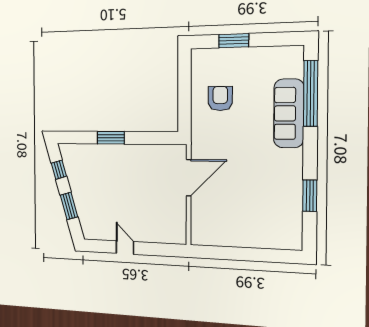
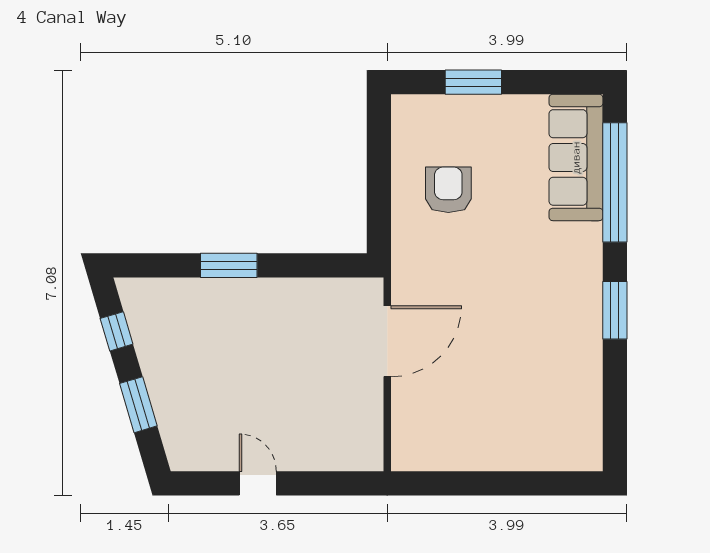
sofa: (289, 113) -> (576, 157), moved
window: (310, 196) -> (615, 310), moved

